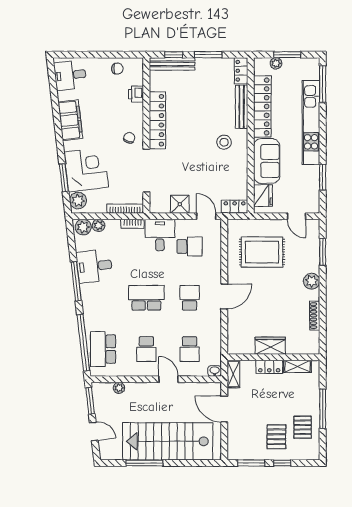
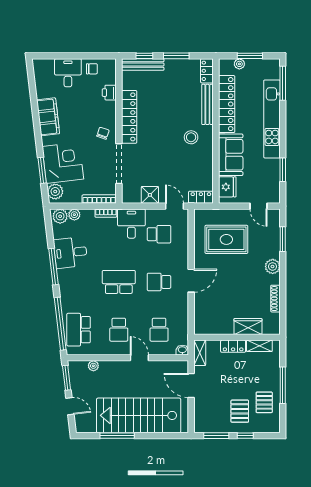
desk: (70, 75) -> (68, 73), moved, turned 97
school desk: (190, 298) -> (159, 282), turned -90
wardrobe: (270, 346) -> (248, 326), moved

